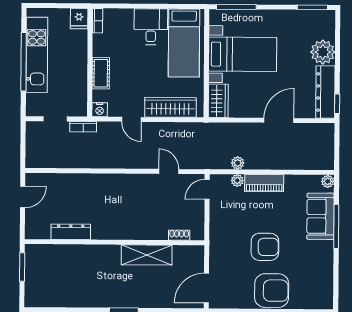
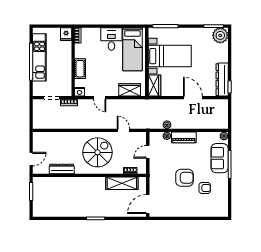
plant: (323, 52) -> (220, 35), moved
wardrobe: (170, 107) -> (130, 90), width x0.67
door: (279, 120) -> (193, 98), hinge flipped
door: (207, 189) -> (148, 152), moved
door: (23, 197) -> (31, 159), moved
spiral stairs: (128, 206) -> (98, 152), added
shelving: (147, 255) -> (122, 183), moved
armchair: (272, 291) -> (205, 188), moved, width x0.53, depth x0.53

